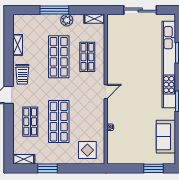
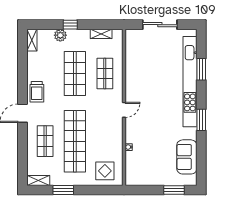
window: (54, 10) -> (70, 25), width x0.46
shelving: (94, 19) -> (101, 34), moved
plant: (67, 20) -> (60, 35), moved
shelving: (18, 45) -> (32, 40), moved
shop shelf: (59, 122) -> (75, 141), width x1.40

